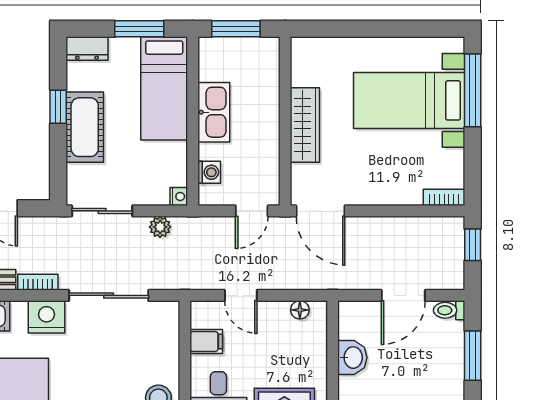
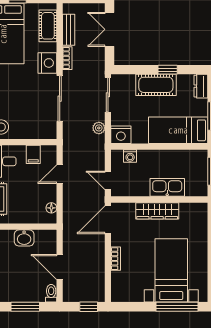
kitchen sink: (214, 112) -> (167, 187), moved, turned 180
nightstand: (179, 196) -> (121, 135), width x1.89, depth x1.79
bookcase: (444, 197) -> (116, 259), moved

